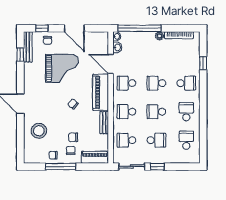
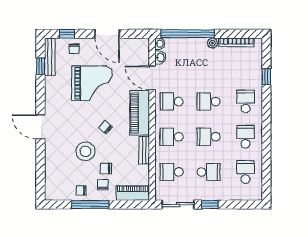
school desk: (186, 83) -> (246, 102), turned -90
stool: (39, 131) -> (85, 151), moved

